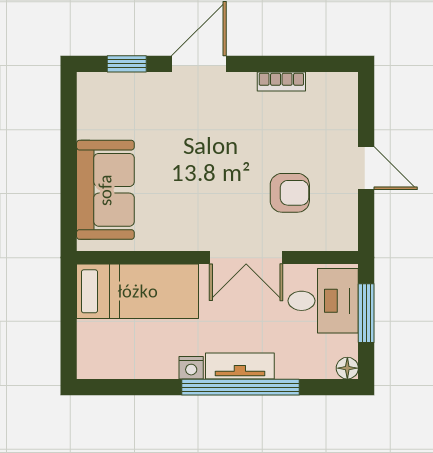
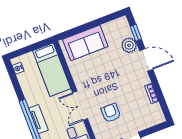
plant: (150, 91) -> (129, 45), added
armchair: (290, 193) -> (111, 113), turned 180
nightstand: (191, 368) -> (18, 68), moved

